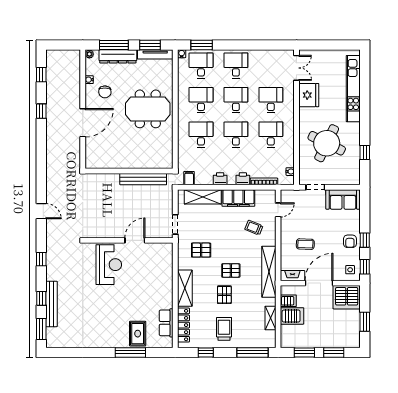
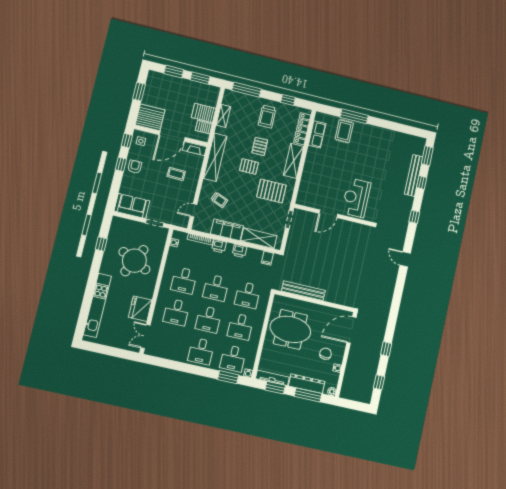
wall: (129, 171) -> (314, 301), moved
bench: (143, 179) -> (303, 291), moved
pallet: (201, 250) -> (271, 191), width x1.50, depth x1.42

